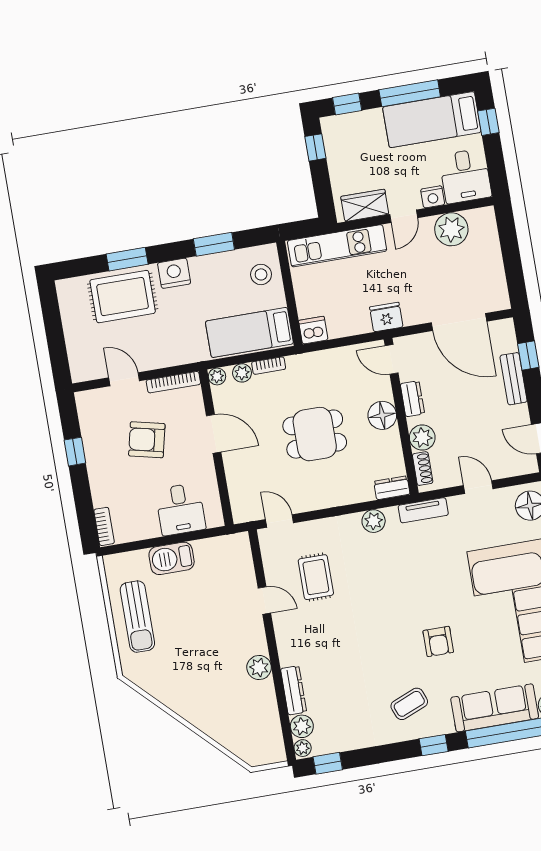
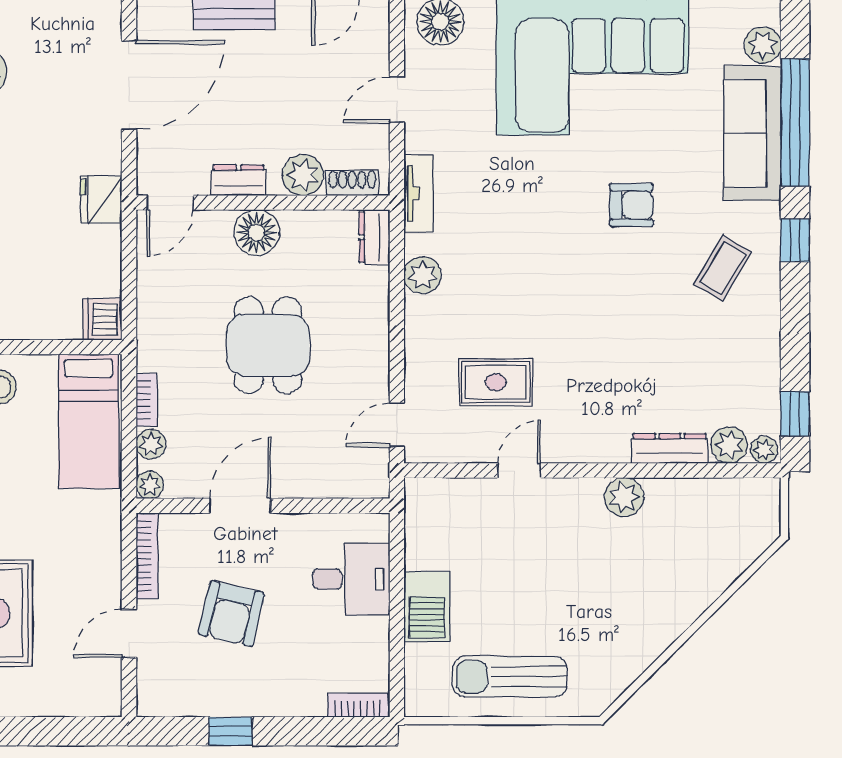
sun lounger: (137, 617) -> (510, 677), turned 180
coffee table: (409, 704) -> (723, 268), turned 53

